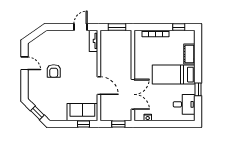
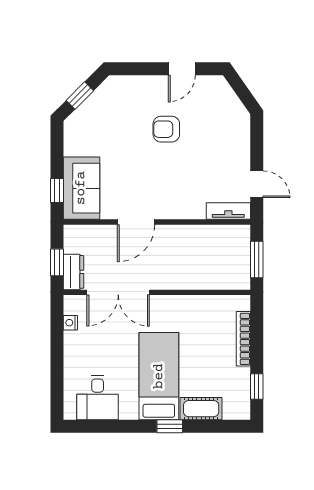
window: (198, 89) -> (170, 426), moved
dresser: (123, 116) -> (73, 272), added

